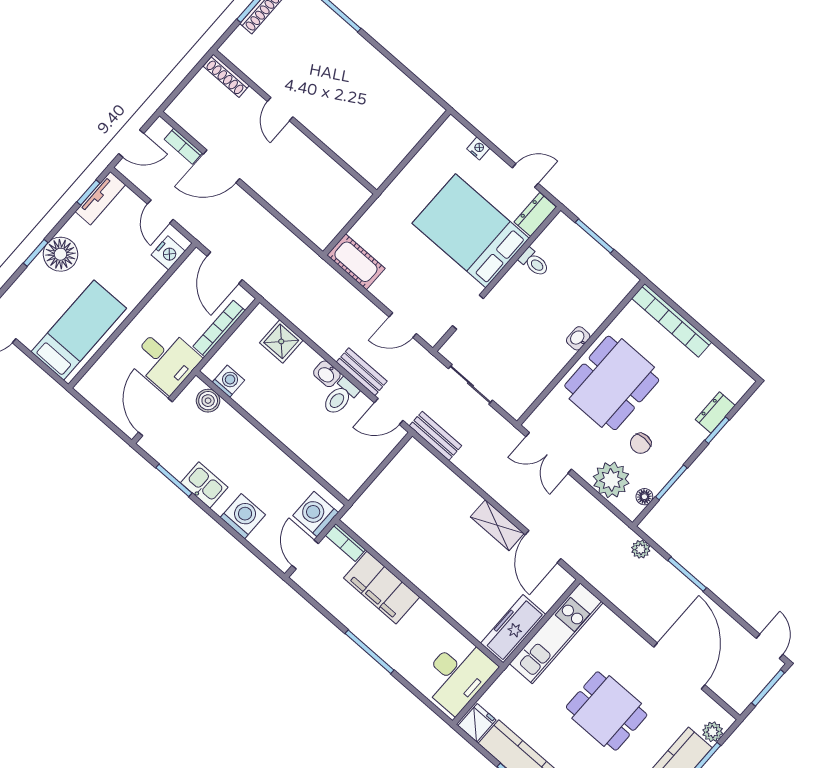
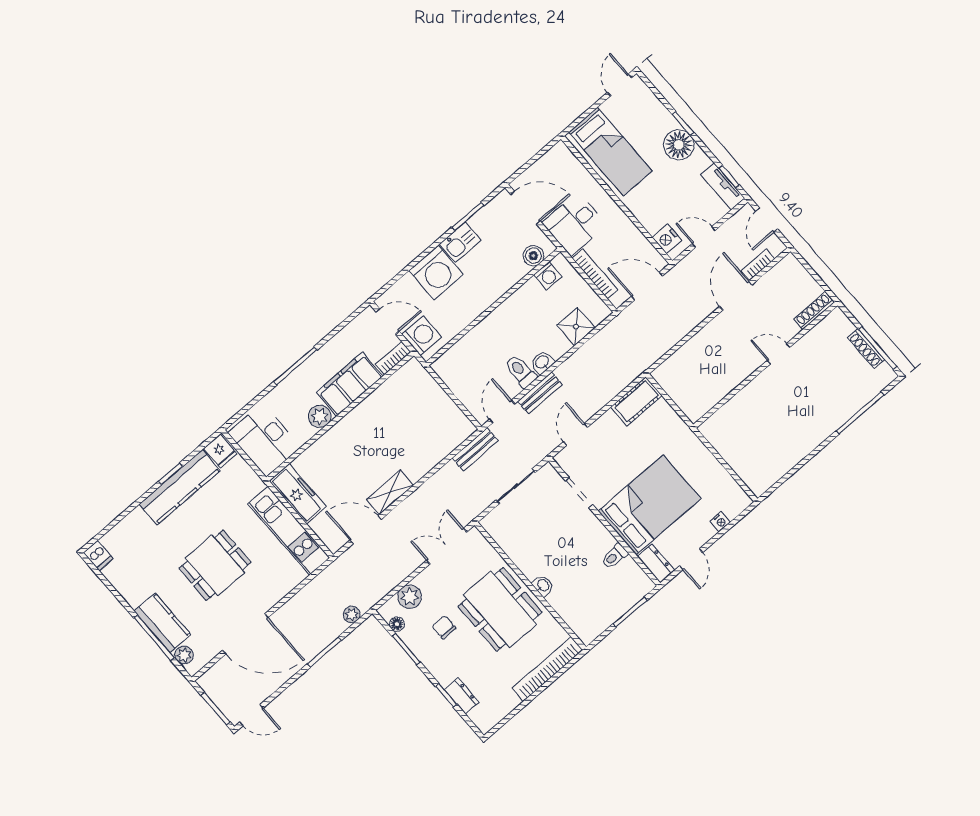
plant: (611, 480) -> (410, 597), width x0.73, depth x0.73
washing machine: (243, 516) -> (436, 273), width x1.37, depth x1.37
plant: (423, 616) -> (320, 416), added

